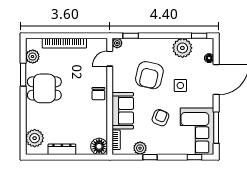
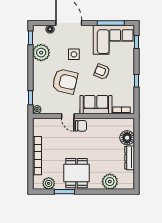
door: (110, 59) -> (68, 116), moved
plant: (35, 138) -> (110, 182), moved
floor lamp: (99, 146) -> (127, 138), moved
plant: (140, 148) -> (129, 90), removed

